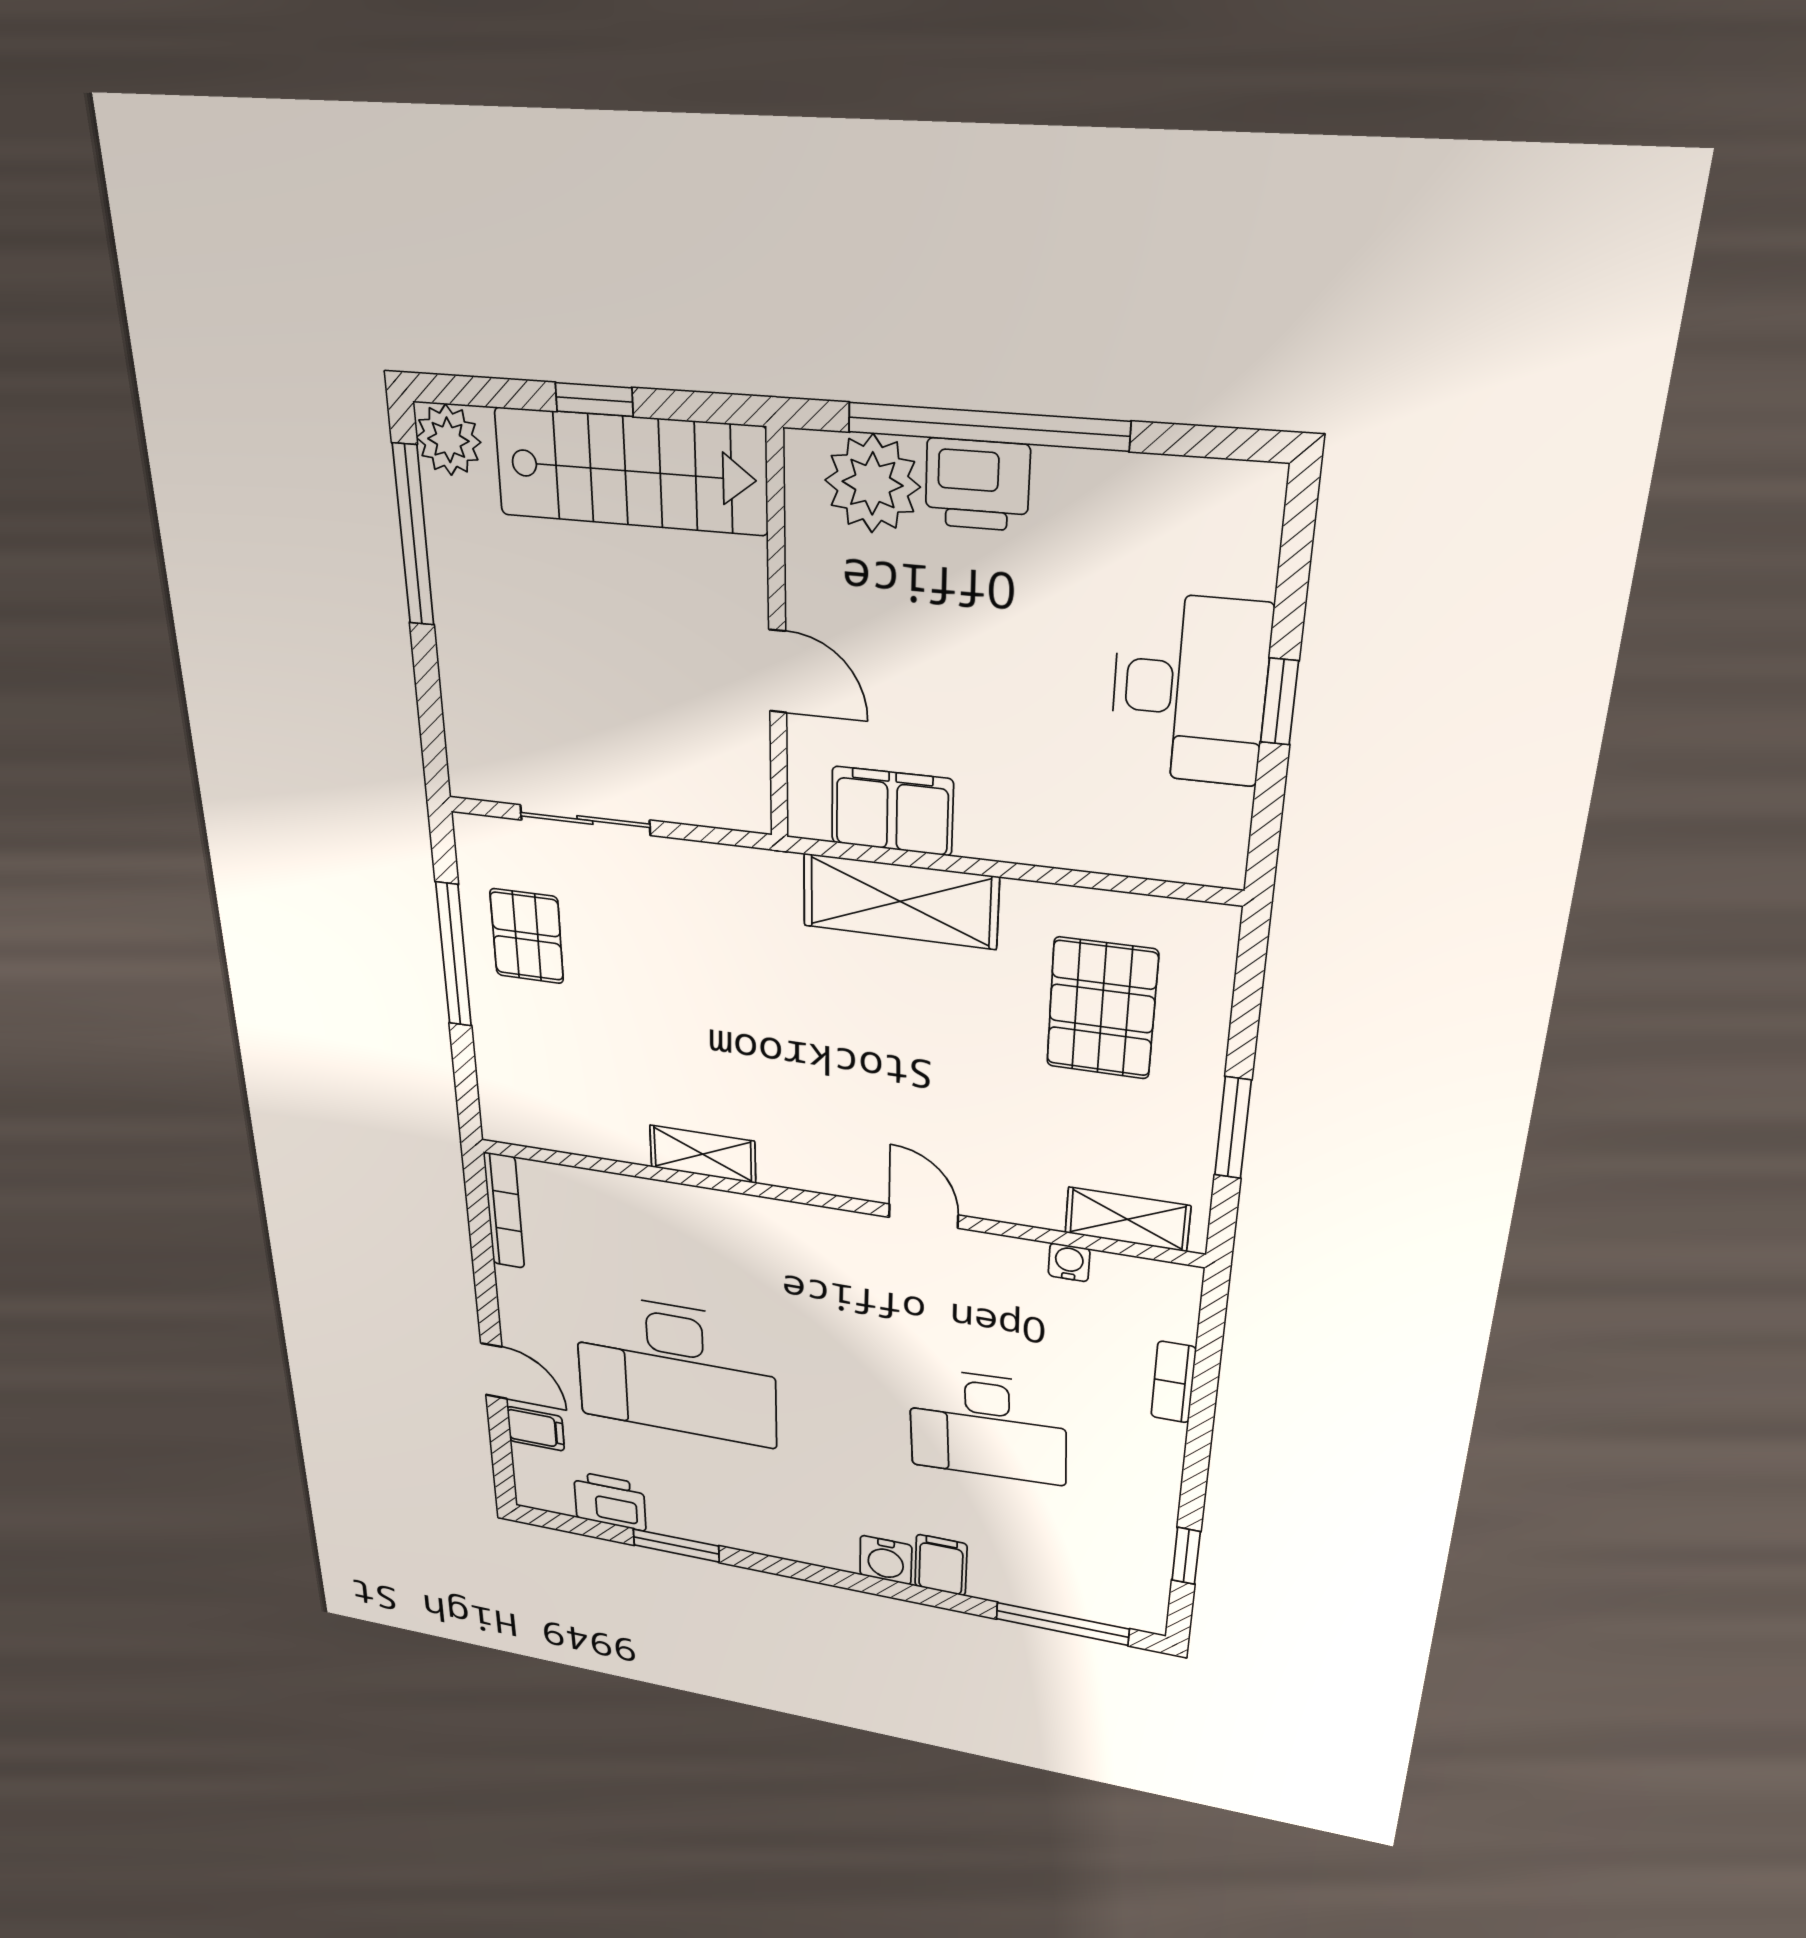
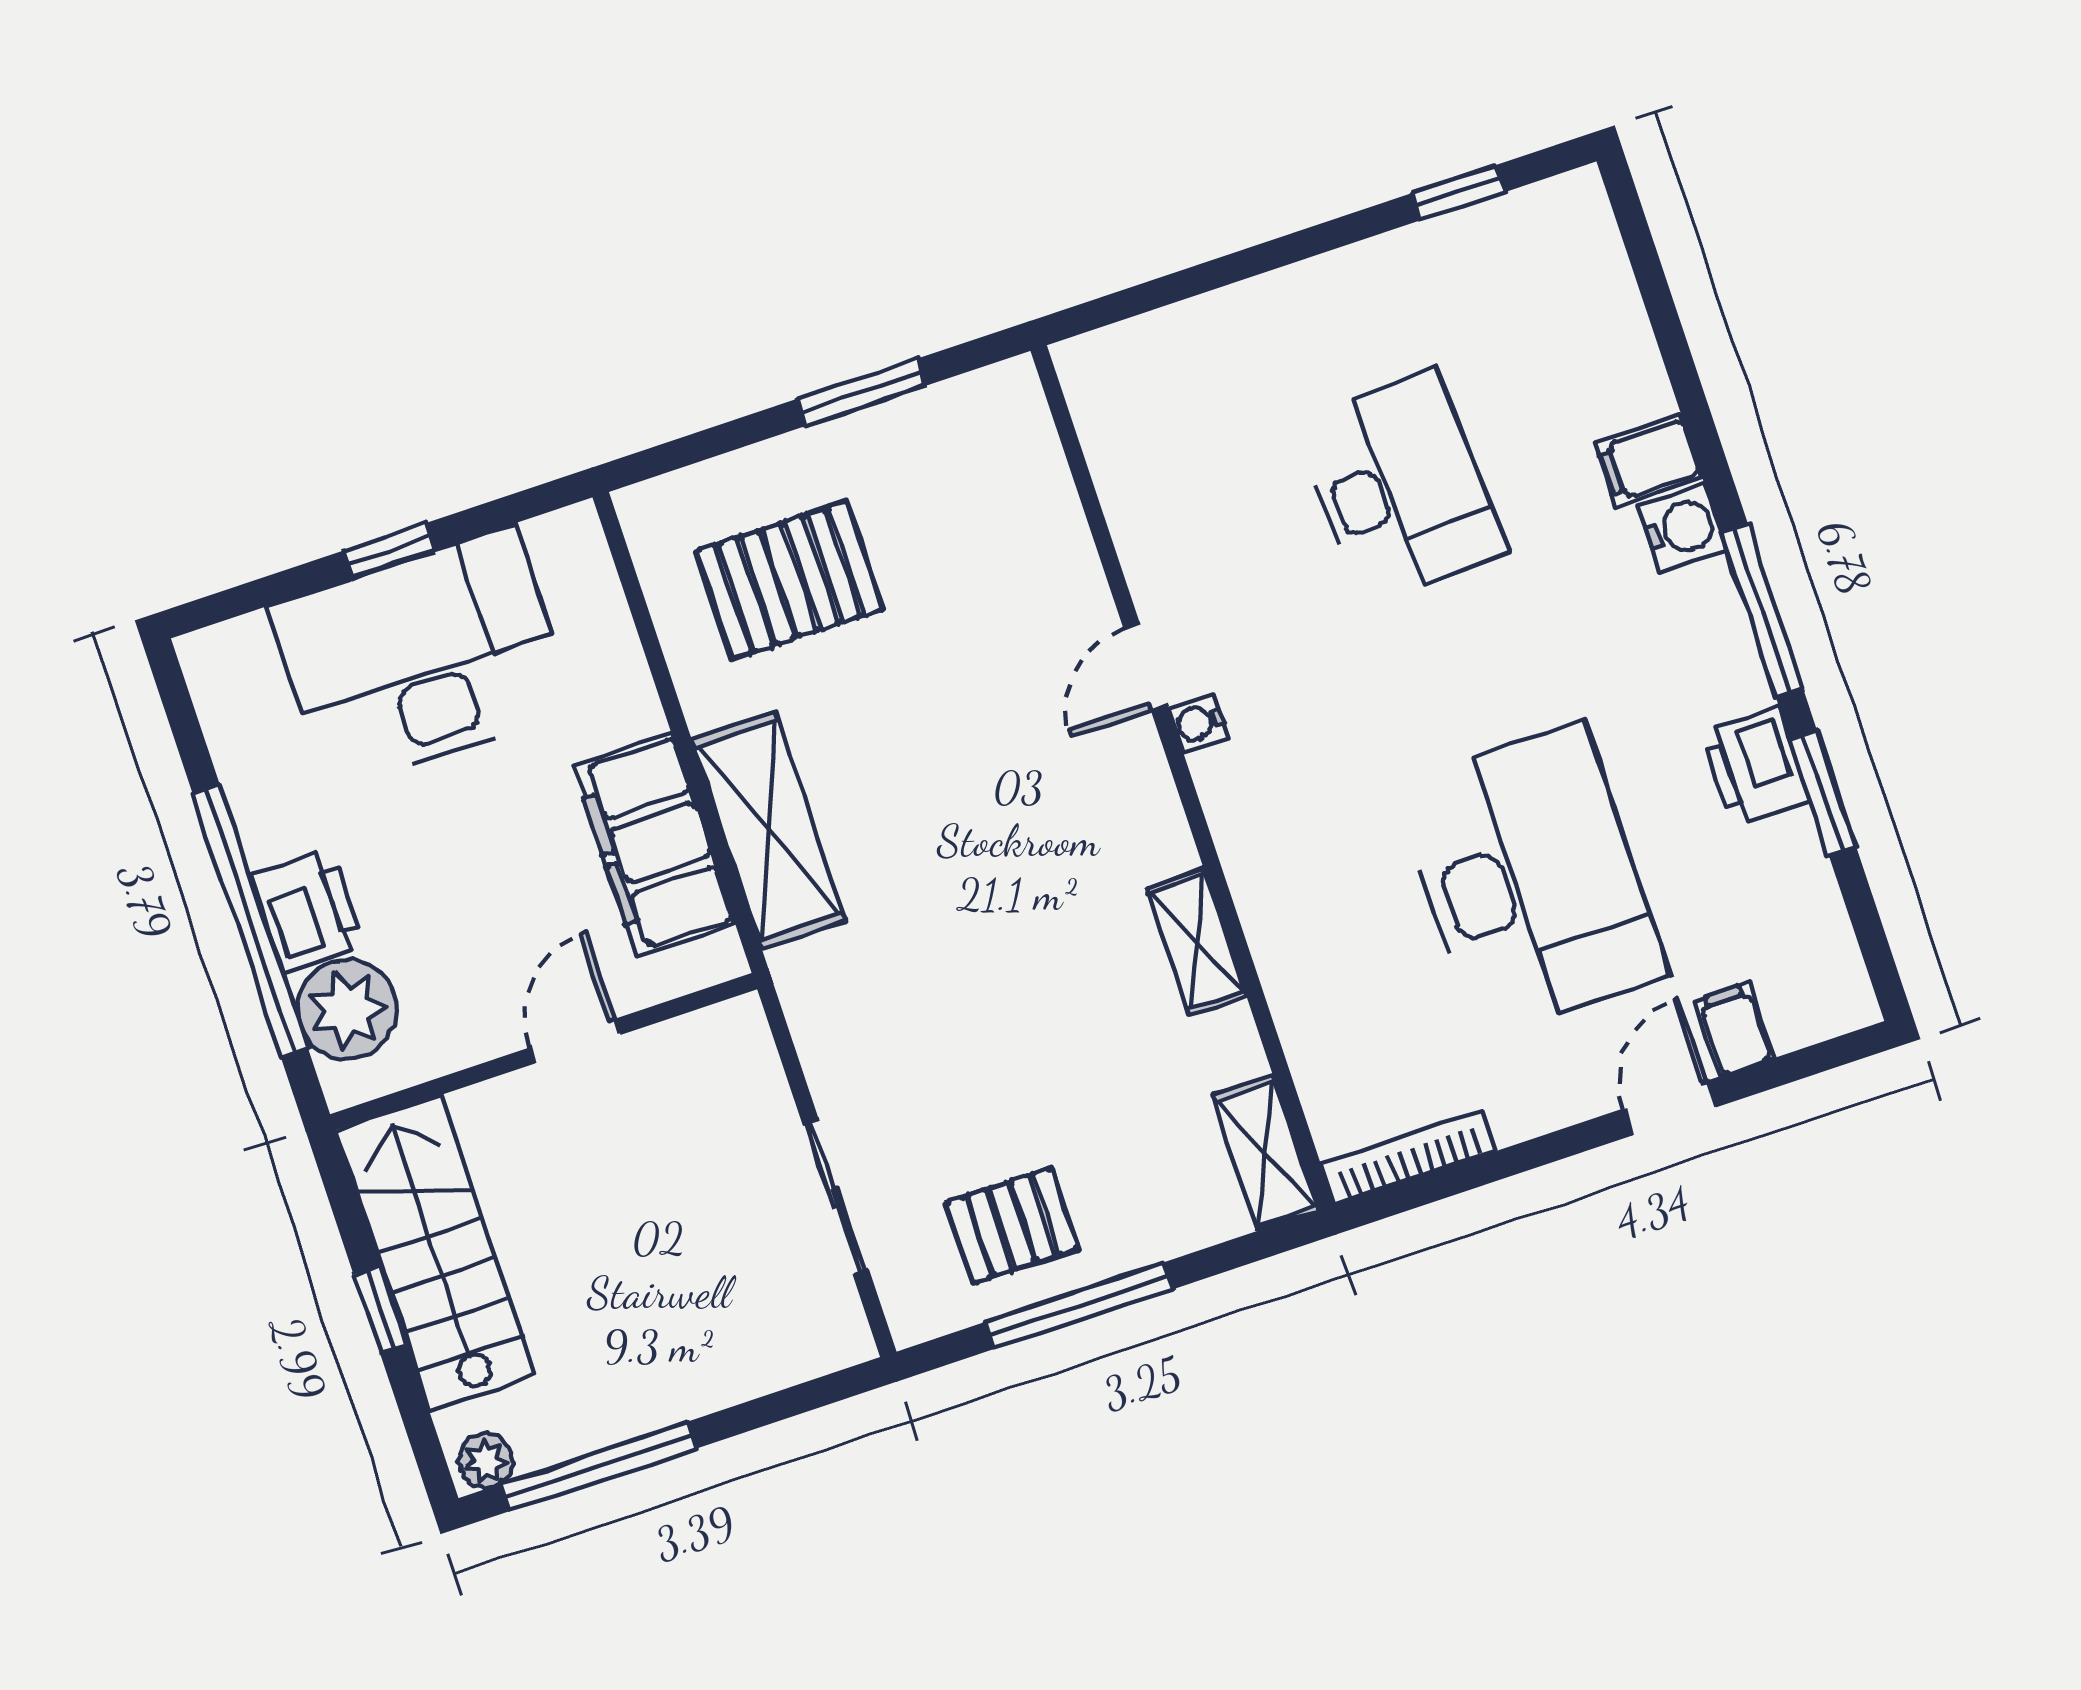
plant: (448, 440) -> (486, 1461), width x0.73, depth x0.73
desk: (1190, 689) -> (422, 658), width x1.36, depth x1.30
filing cabinet: (892, 811) -> (654, 845), width x1.50, depth x1.17
shelving: (1127, 1219) -> (1265, 1153), moved
water cooler: (1069, 1262) -> (1198, 723), moved
bookcase: (1173, 1382) -> (1217, 312), removed
printer: (610, 1501) -> (1755, 766), moved
window: (1062, 1624) -> (1762, 610), moved

